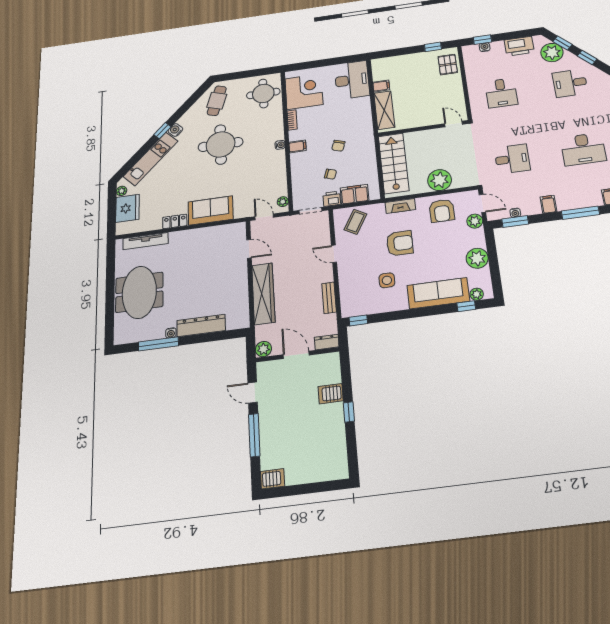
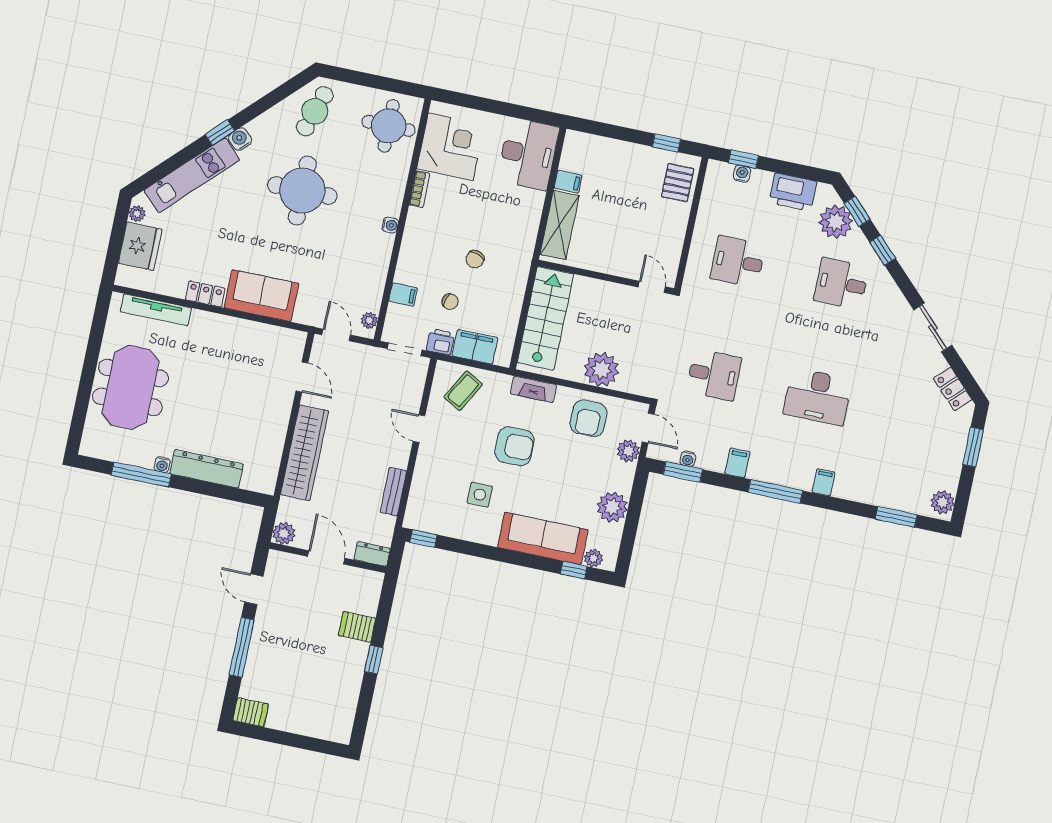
desk: (501, 93) -> (738, 262), turned 90
filing cabinet: (298, 146) -> (403, 294), moved

